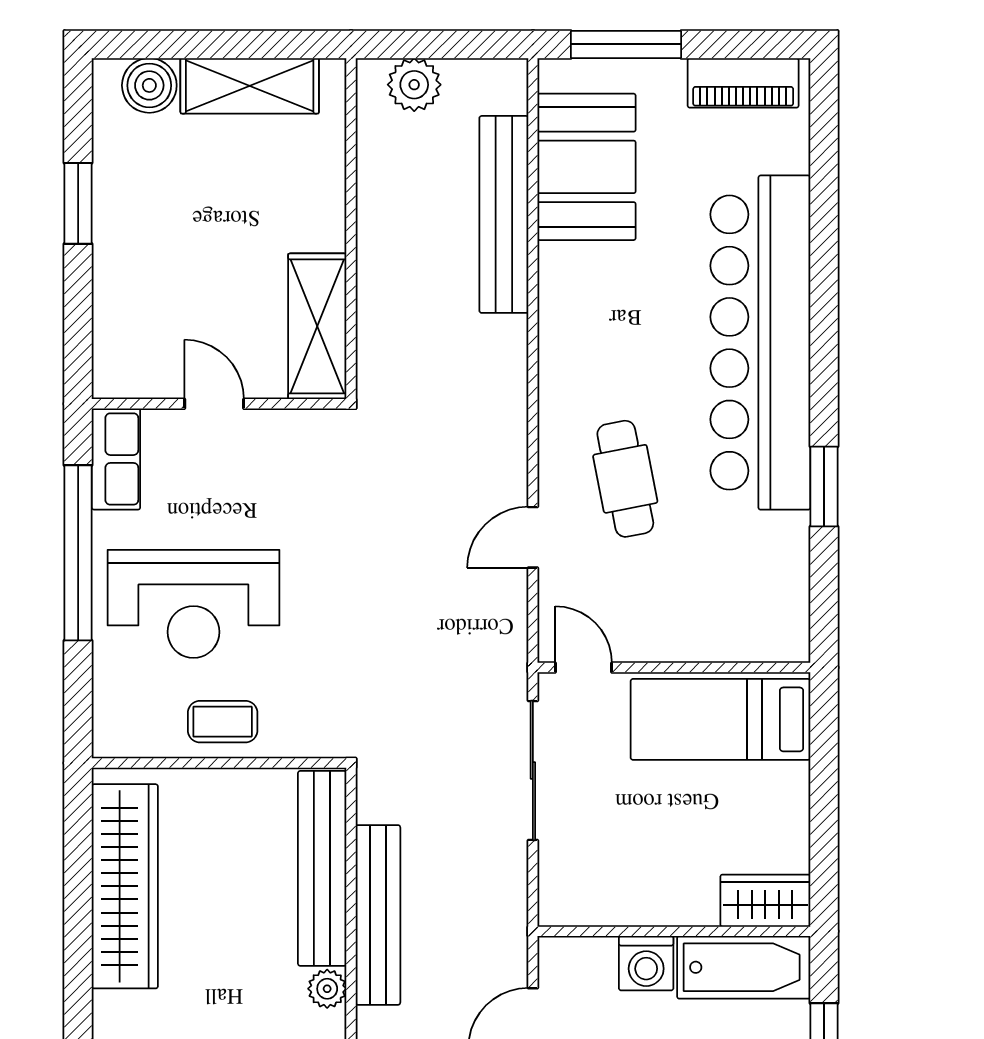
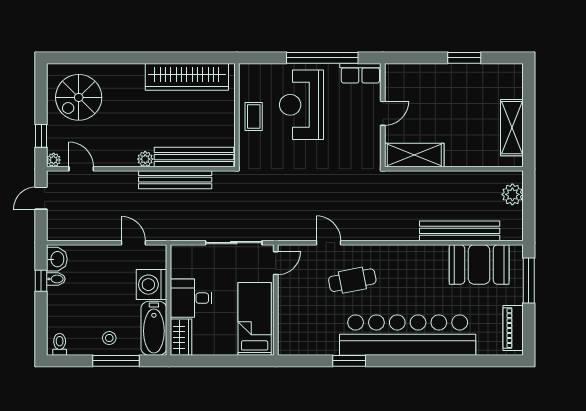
boiler: (149, 85) -> (512, 87), removed
desk: (669, 876) -> (191, 298), added
washing machine: (646, 963) -> (151, 285), width x1.37, depth x1.37

